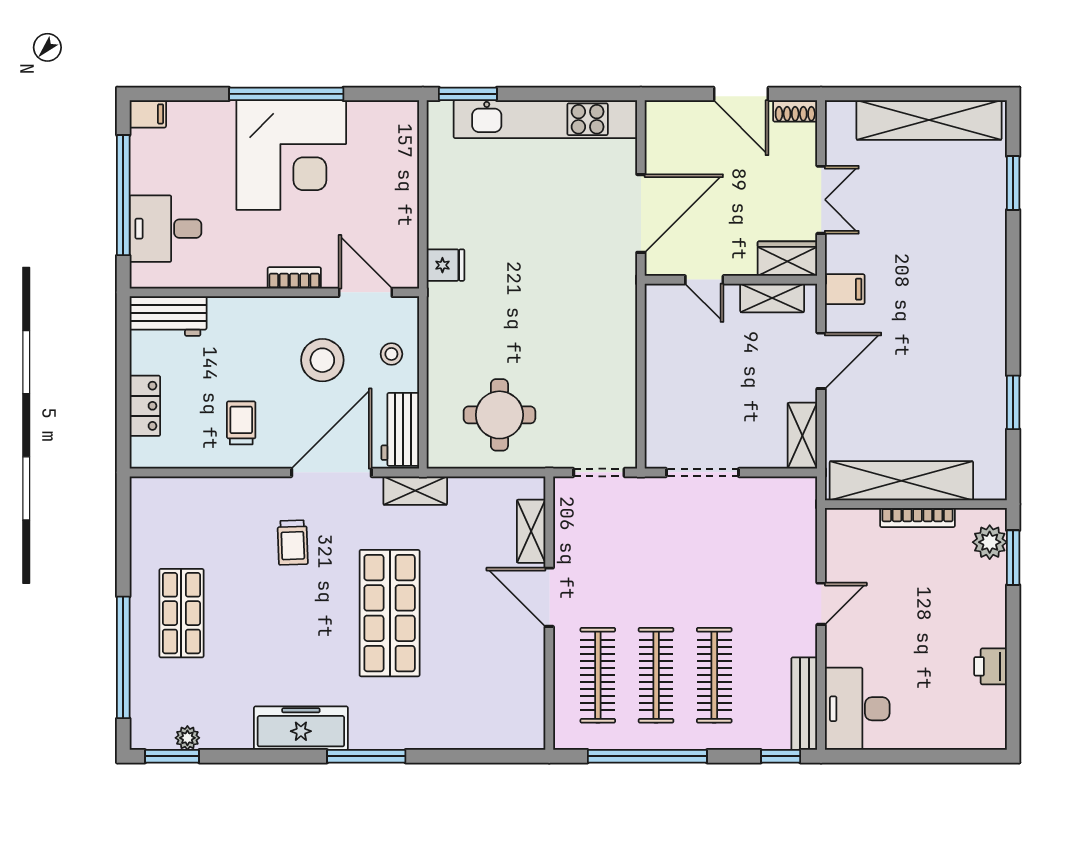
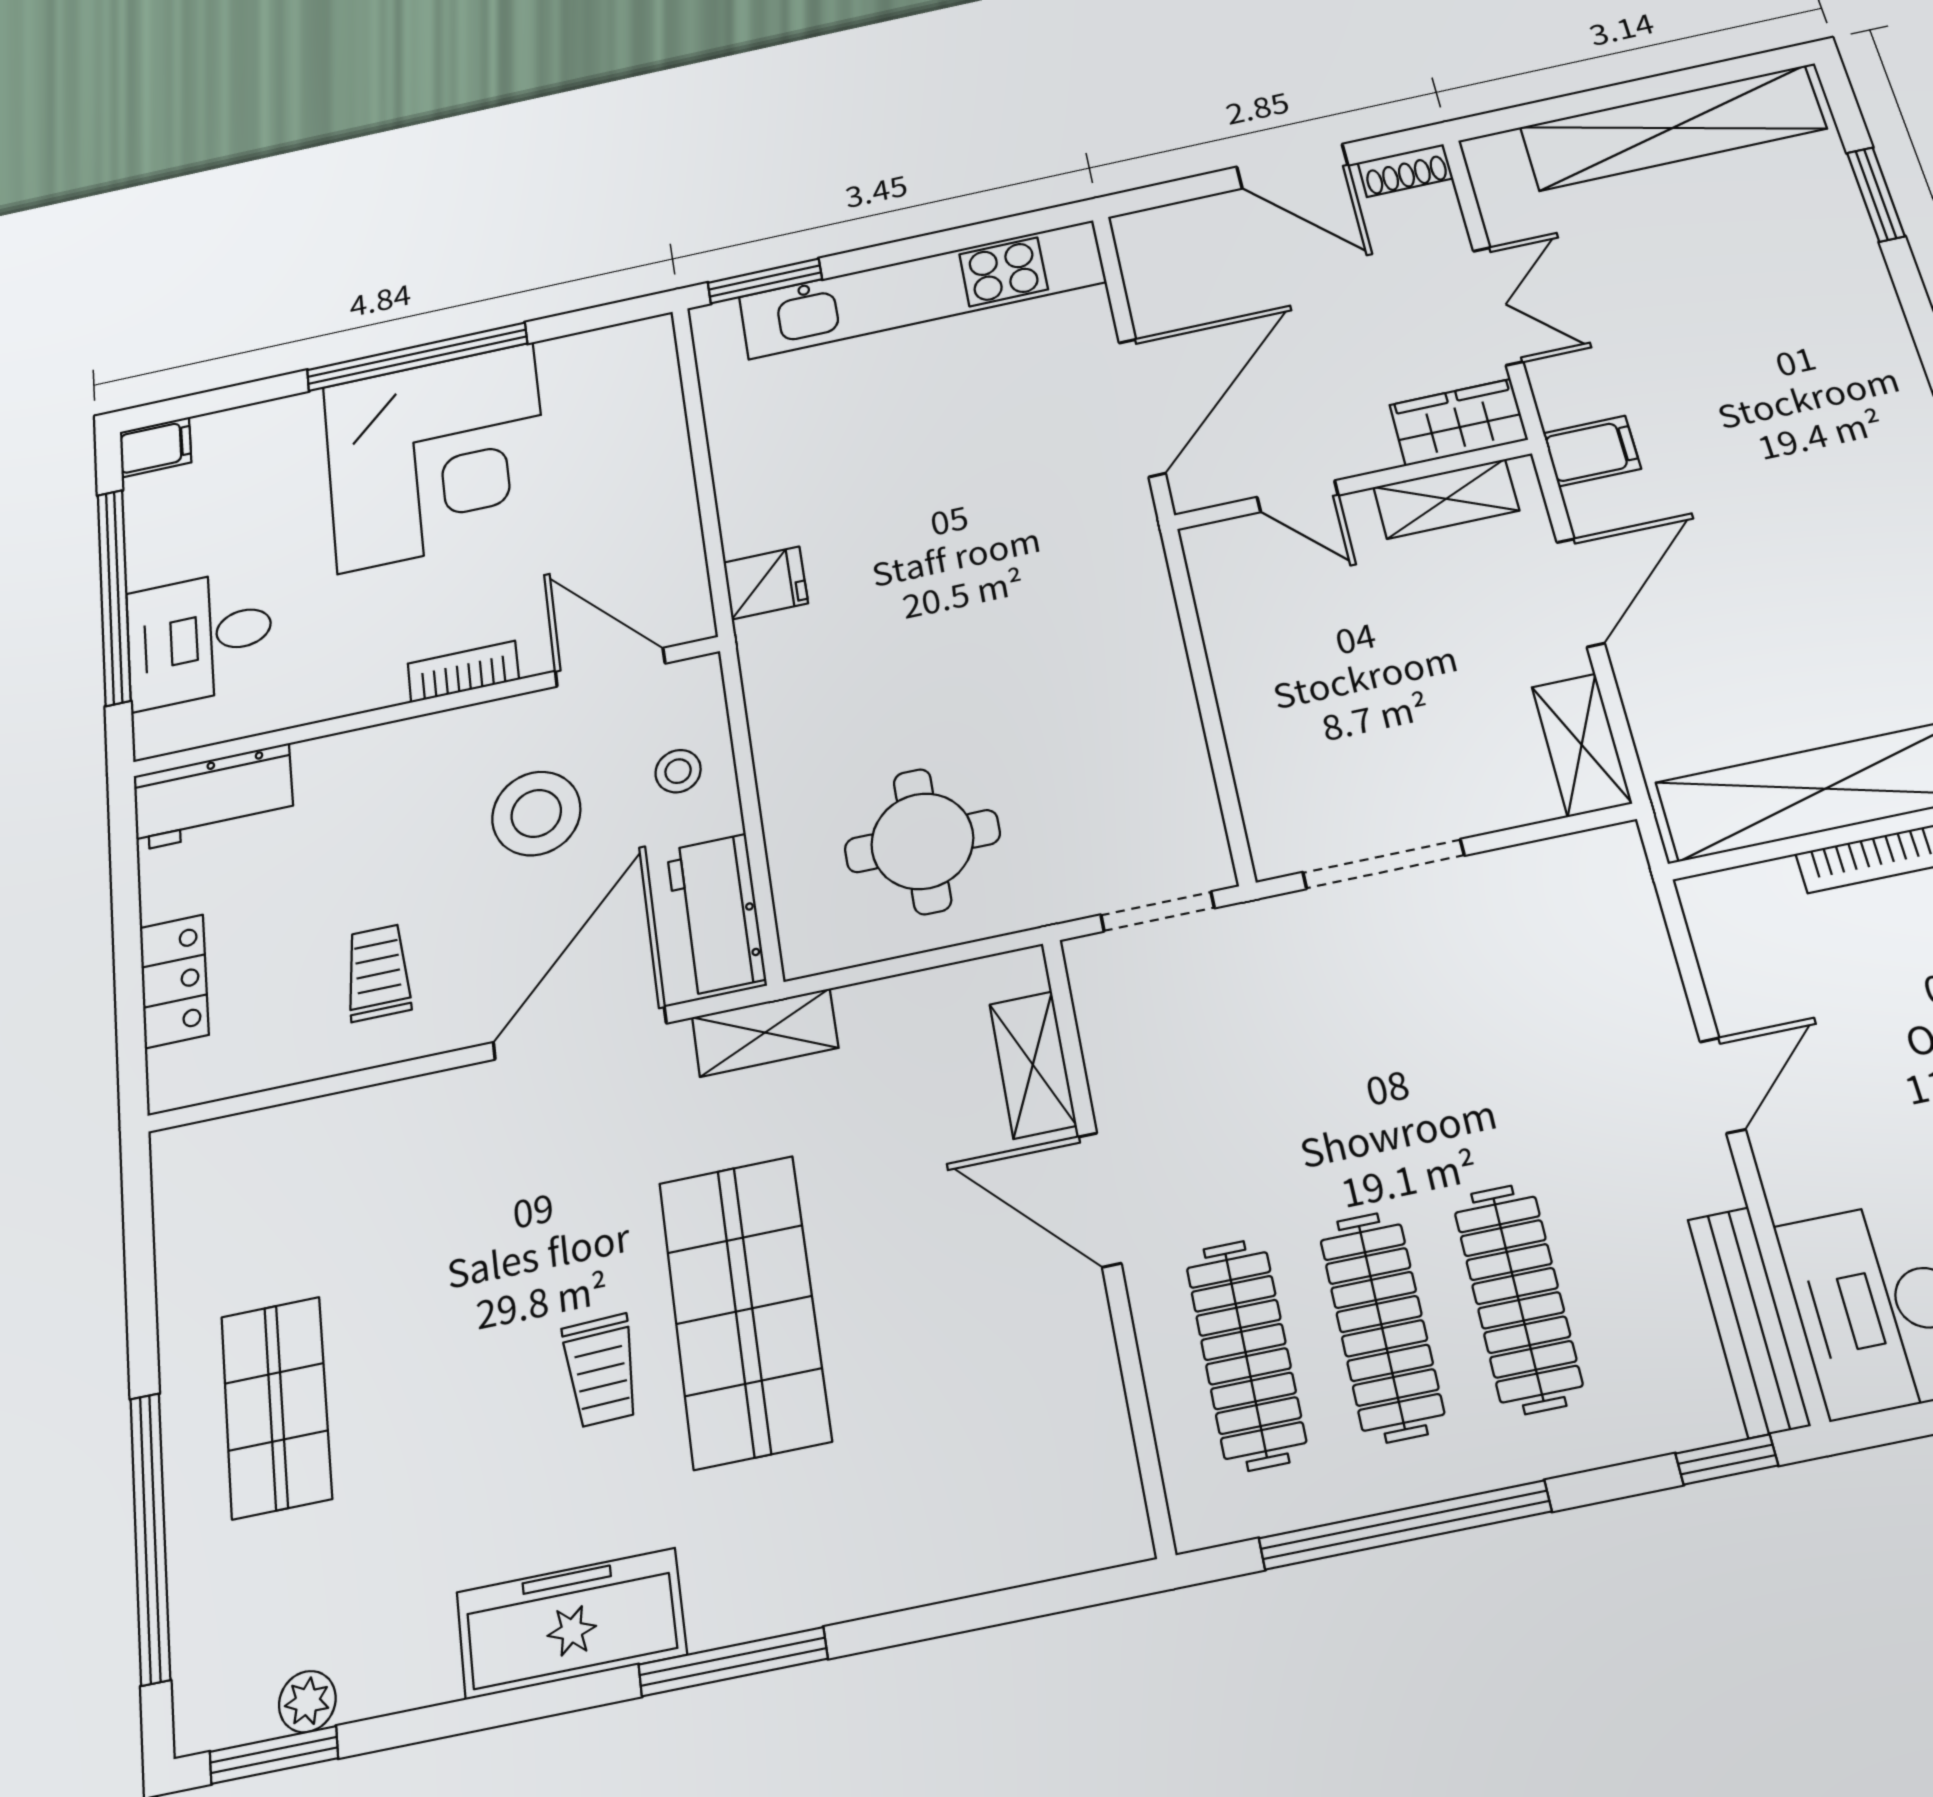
trolley: (293, 543) -> (601, 1370), moved

